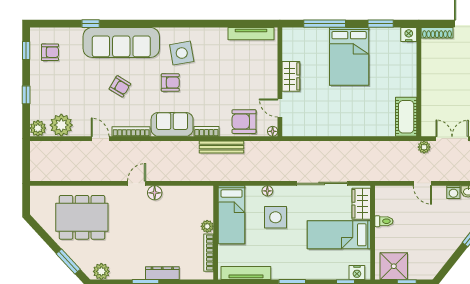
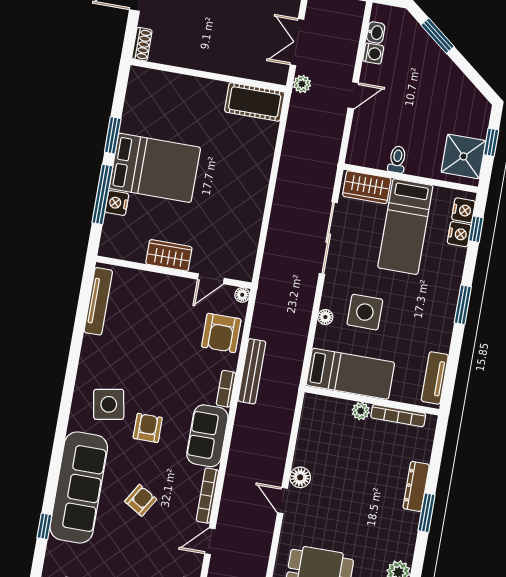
window: (381, 24) -> (113, 135), moved
shoe rack: (437, 33) -> (142, 44), width x0.70
nightstand: (409, 35) -> (117, 203), moved
tv unit: (246, 273) -> (435, 378), width x0.71
nightstand: (340, 273) -> (459, 234), added

